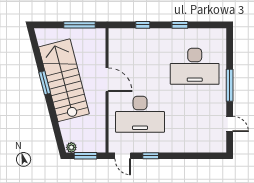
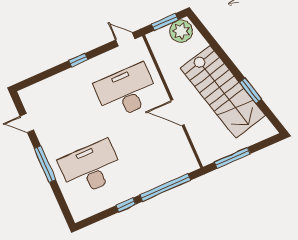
window: (143, 25) -> (165, 187), width x3.17
window: (45, 83) -> (251, 91), moved
plant: (71, 147) -> (181, 31), width x1.87, depth x1.87
window: (151, 156) -> (78, 60), moved

